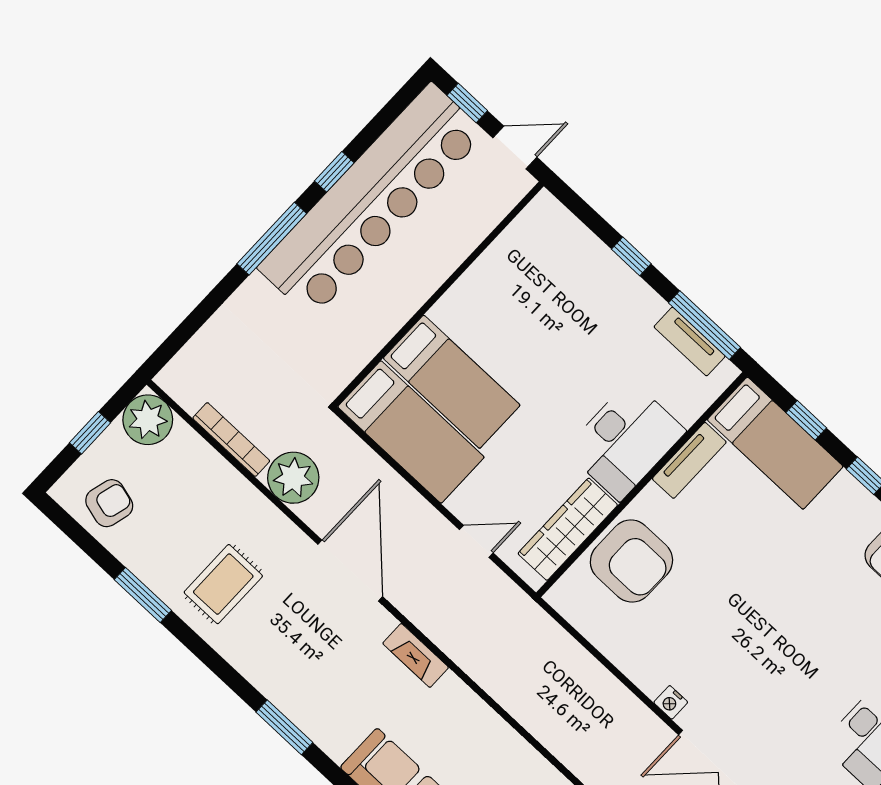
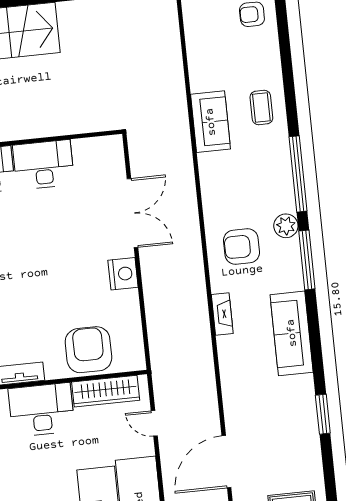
fireplace: (416, 655) -> (222, 314), moved
nightstand: (671, 702) -> (123, 274), width x1.89, depth x1.79

